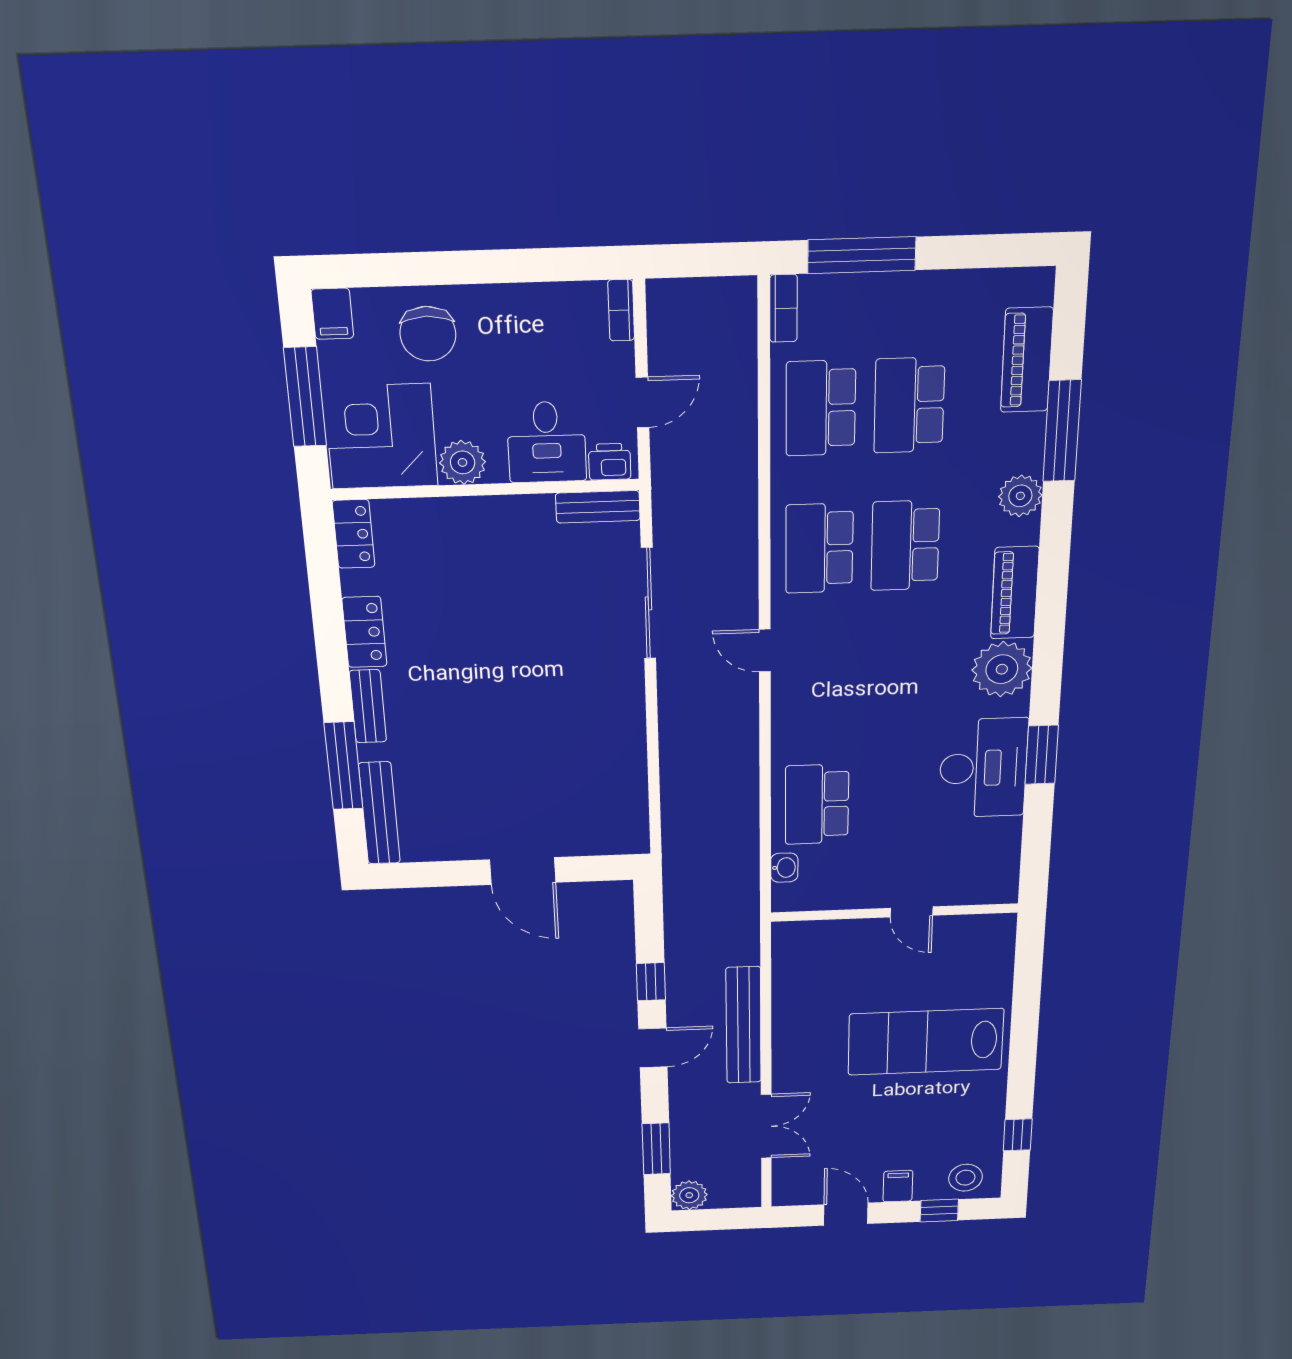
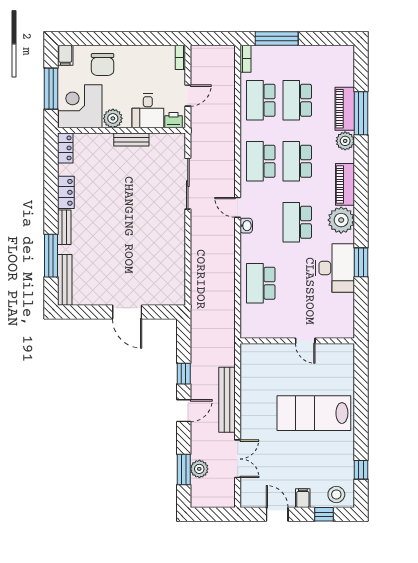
piano: (1027, 360) -> (345, 109), moved
bench: (598, 507) -> (131, 140), moved
school desk: (901, 677) -> (297, 222), added
washbasin: (784, 868) -> (246, 226), moved
plant: (689, 1195) -> (199, 469), moved

